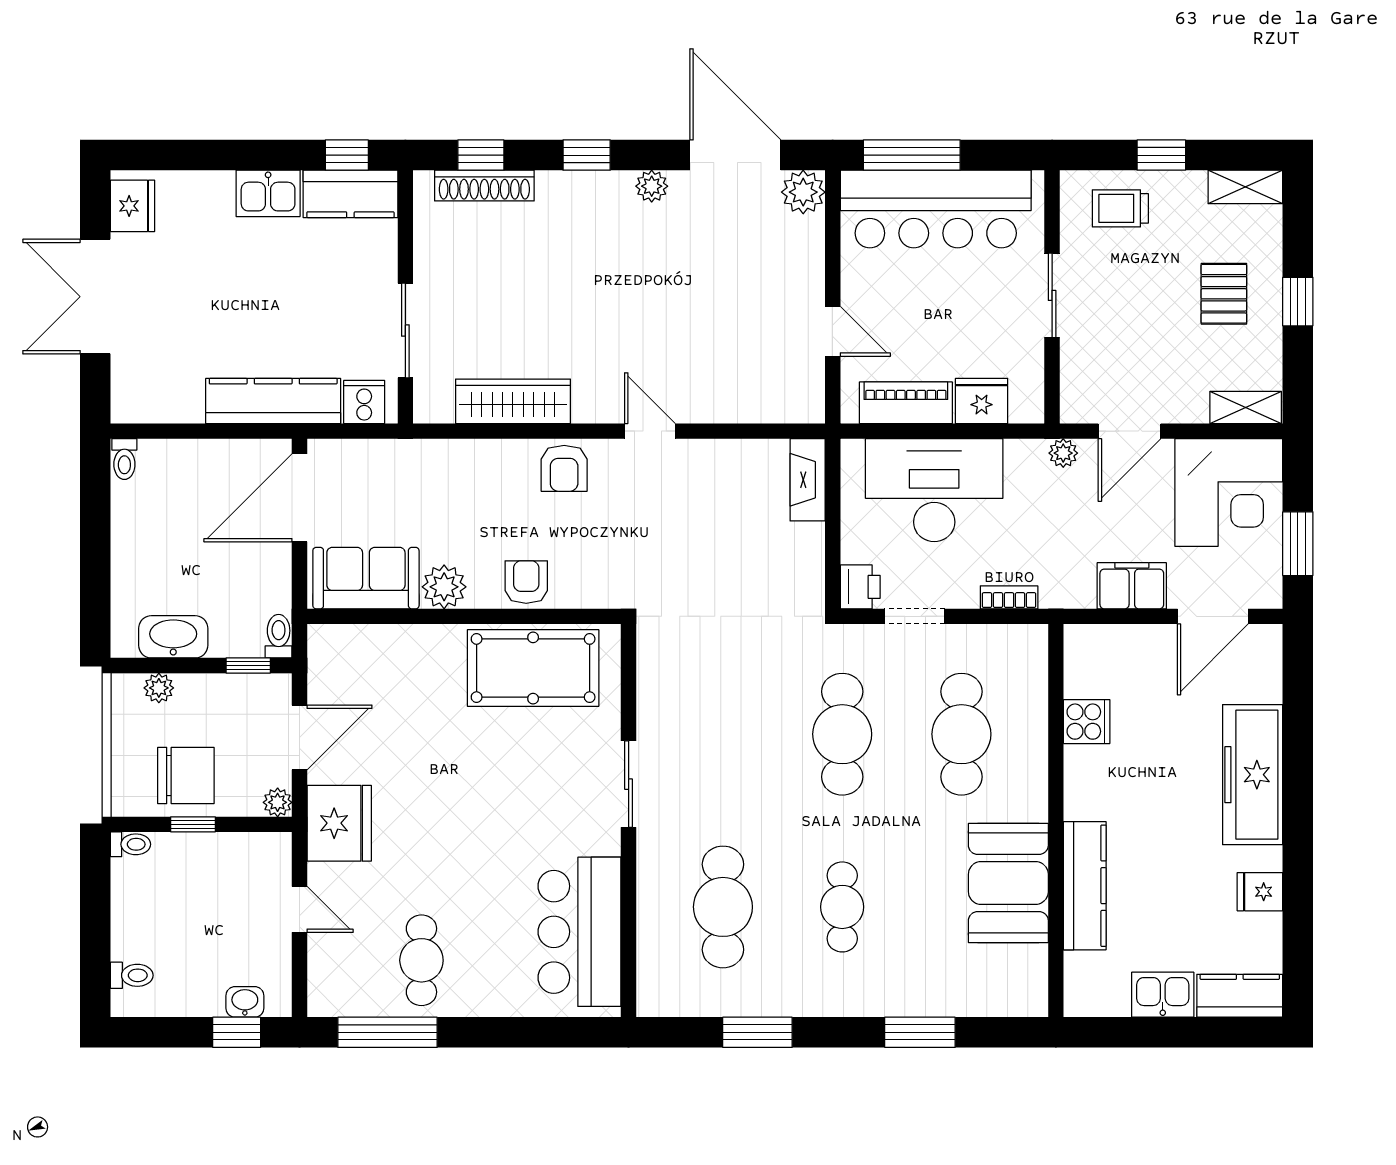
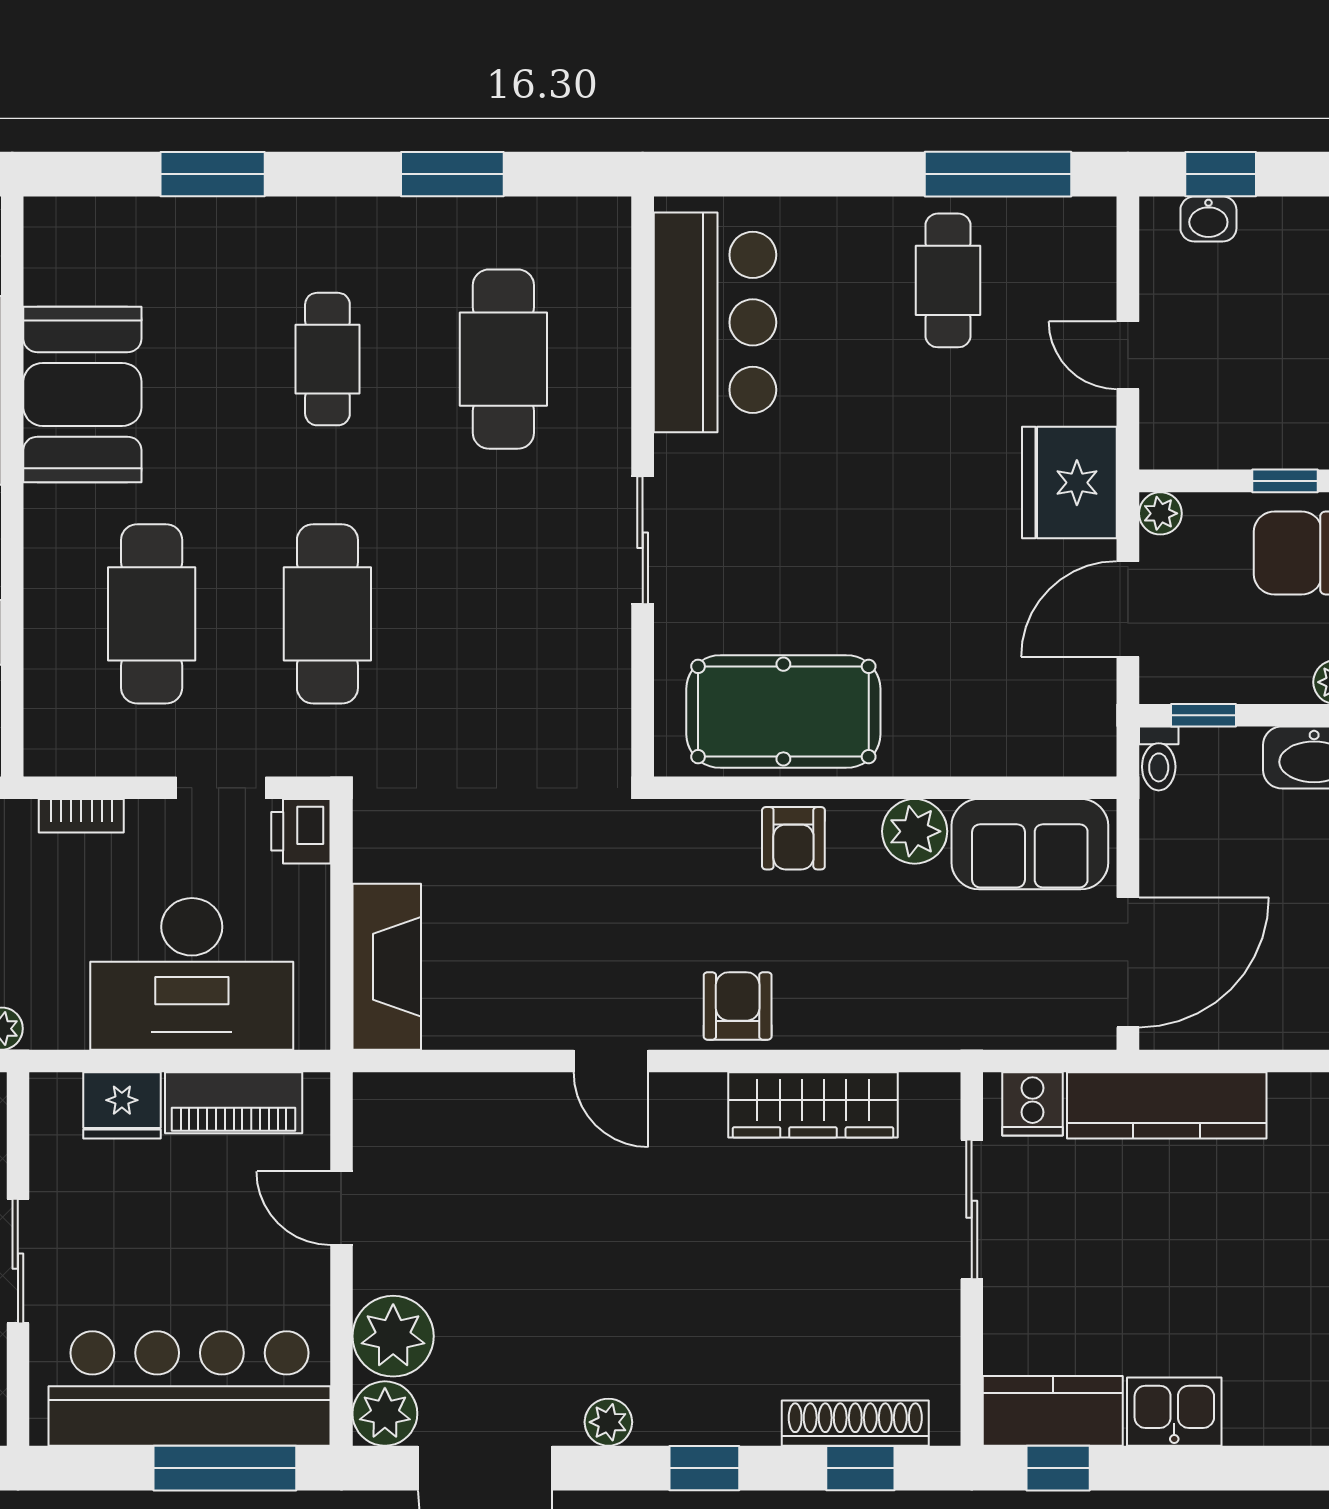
plant: (798, 244) -> (393, 1336), added
fireplace: (808, 480) -> (387, 967), width x1.37, depth x1.32

